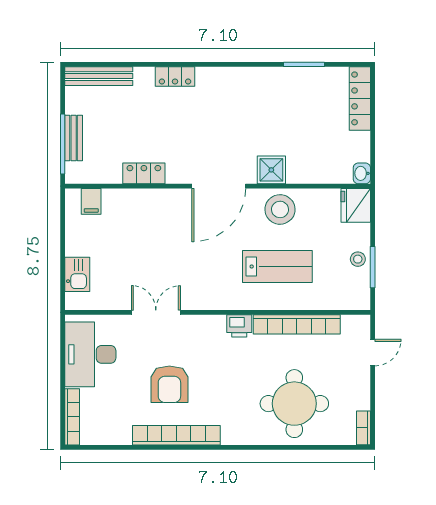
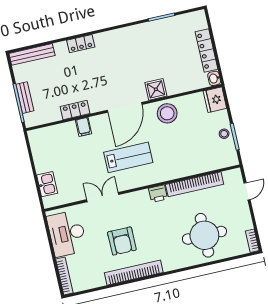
locker: (360, 98) -> (206, 50), moved
filing cabinet: (91, 201) -> (84, 127), moved
lab bench: (277, 267) -> (128, 157), moved

